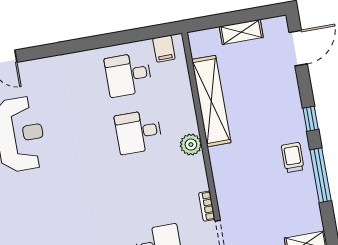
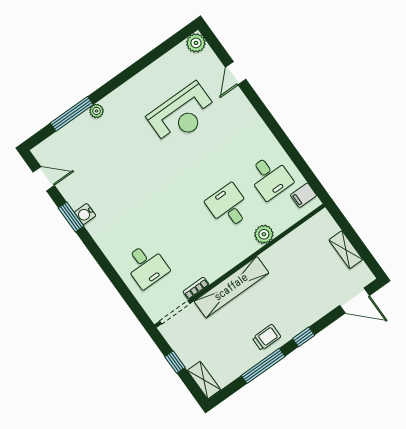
desk: (128, 75) -> (270, 177), turned 180
shelving: (211, 101) -> (231, 287), moved
plant: (191, 145) -> (264, 234), moved

